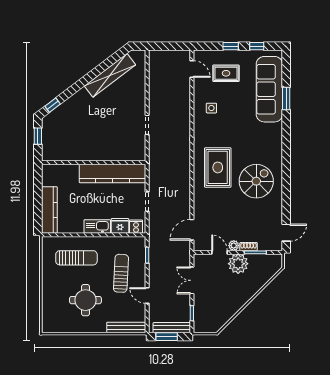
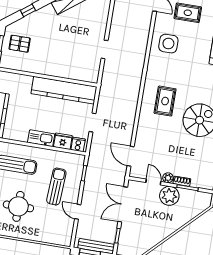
window: (53, 105) -> (28, 10), moved
side table: (211, 108) -> (168, 44), width x1.87, depth x1.87
pallet: (59, 133) -> (20, 44), added
rug: (218, 167) -> (165, 101), width x0.73, depth x0.70
door: (192, 230) -> (131, 156), hinge flipped
double door: (192, 280) -> (123, 204), width x1.37
bench: (126, 327) -> (53, 239), removed

